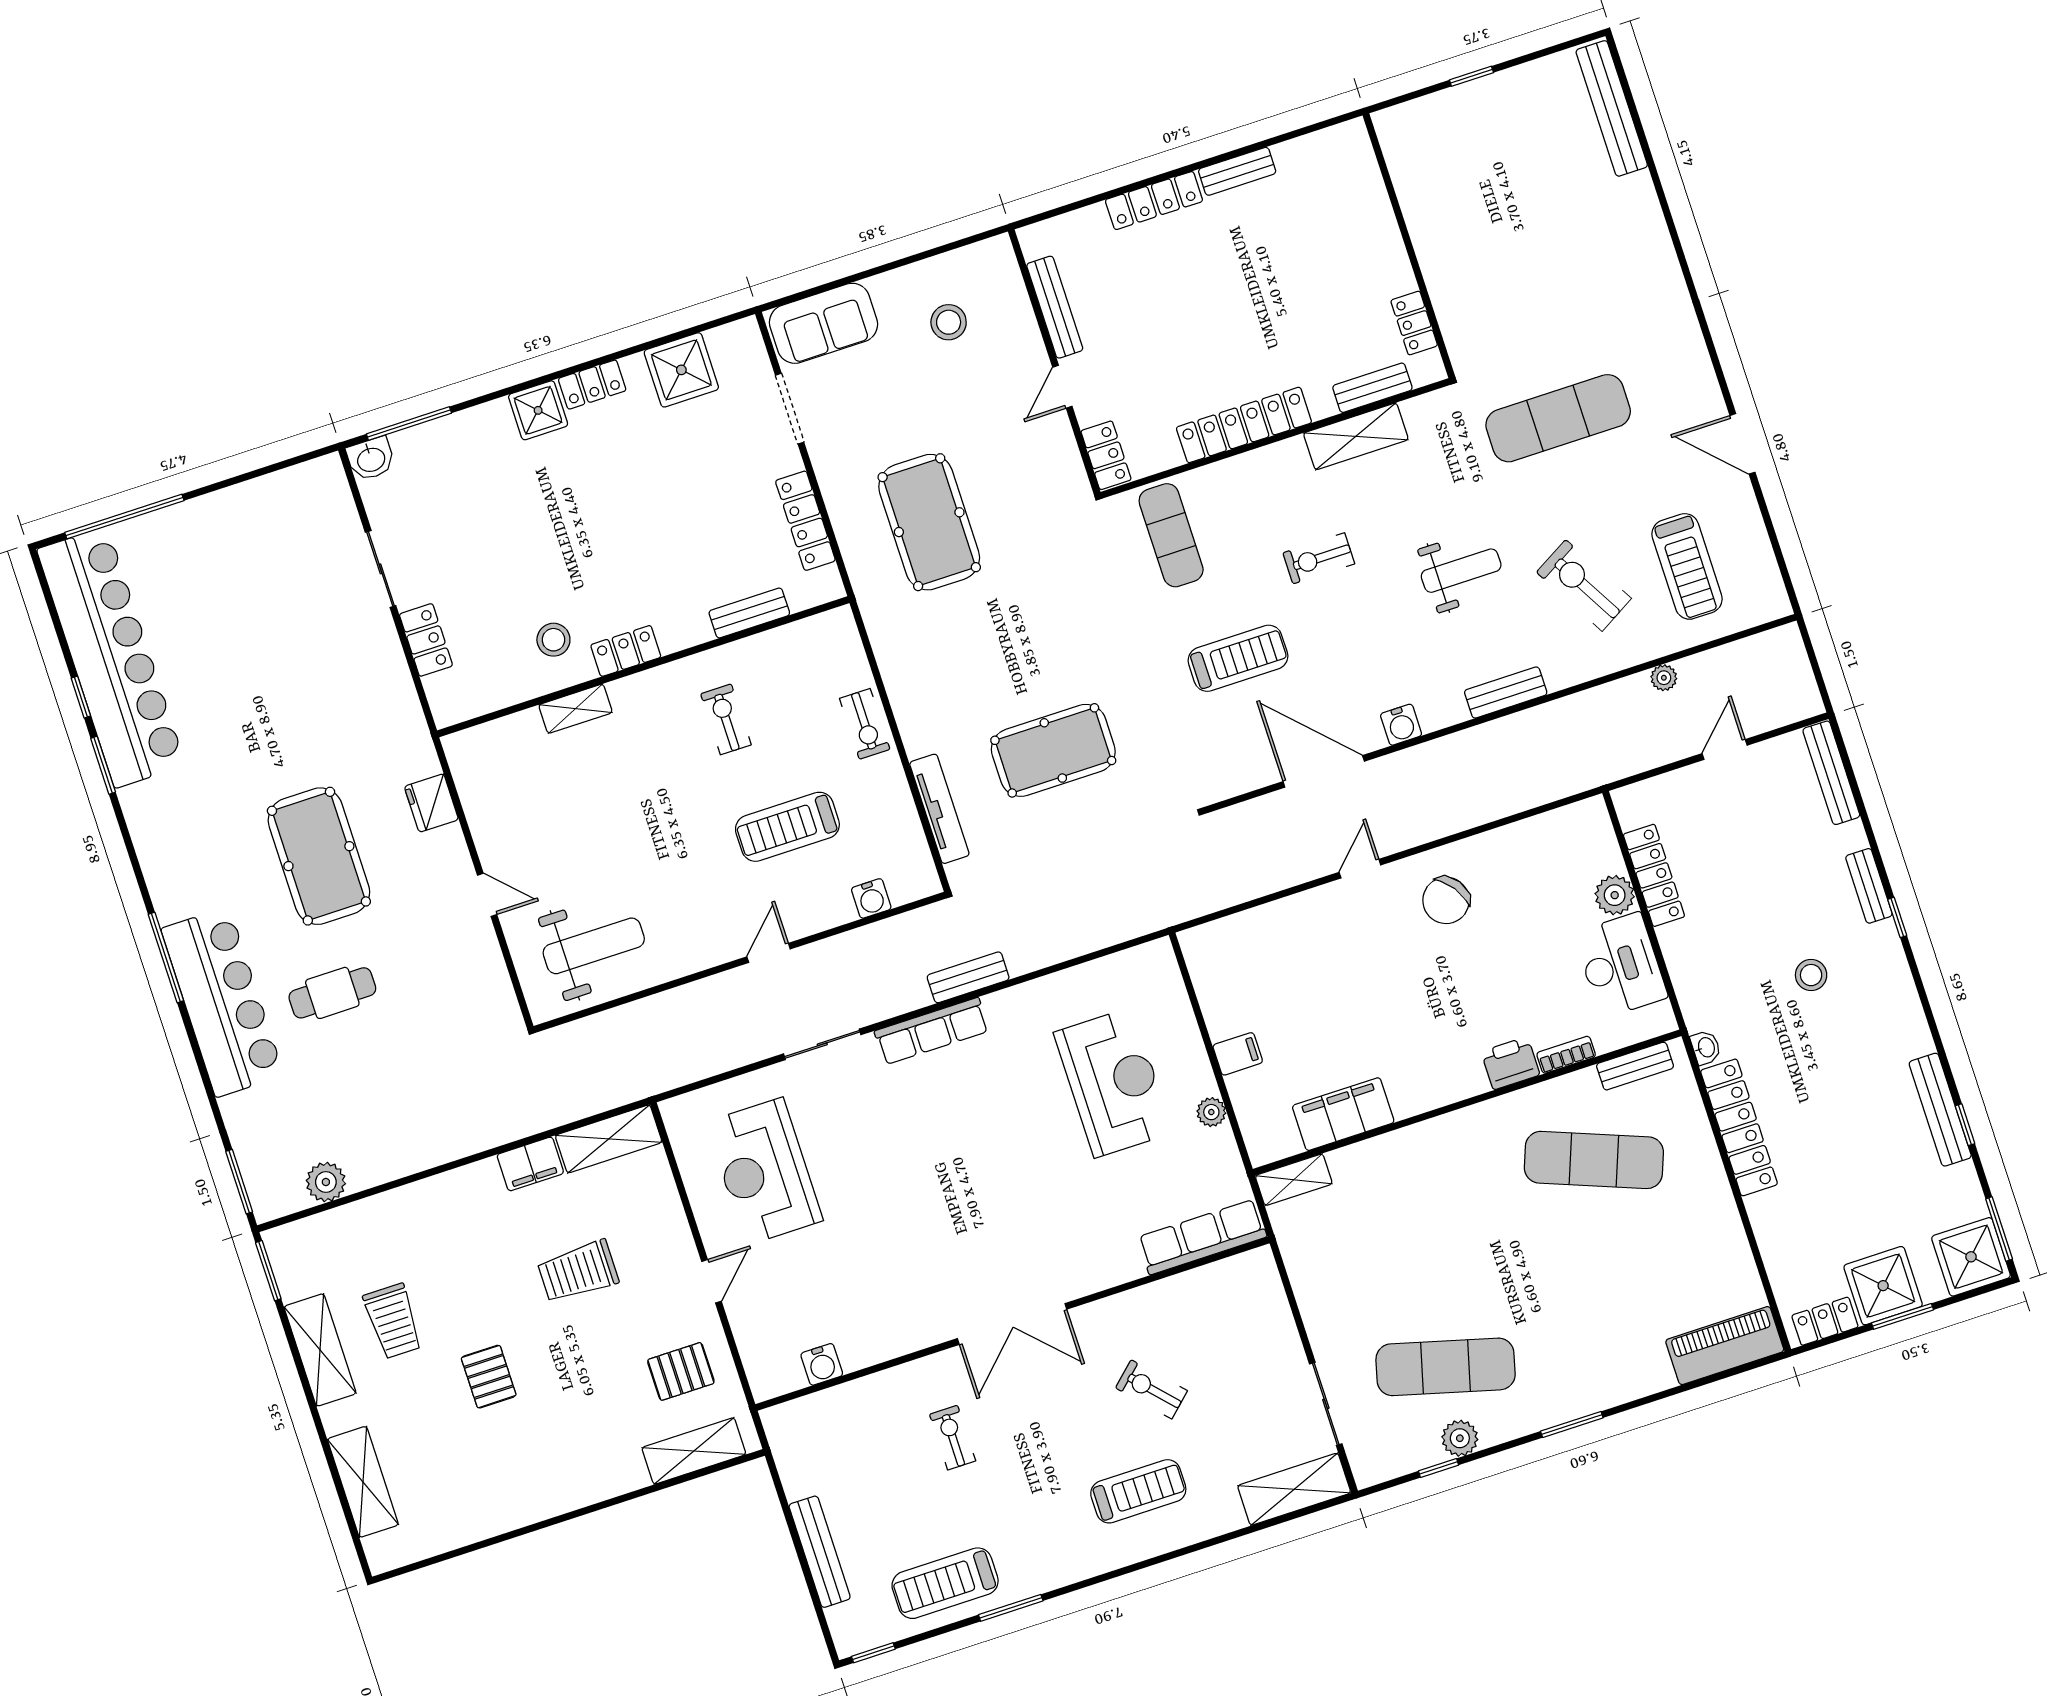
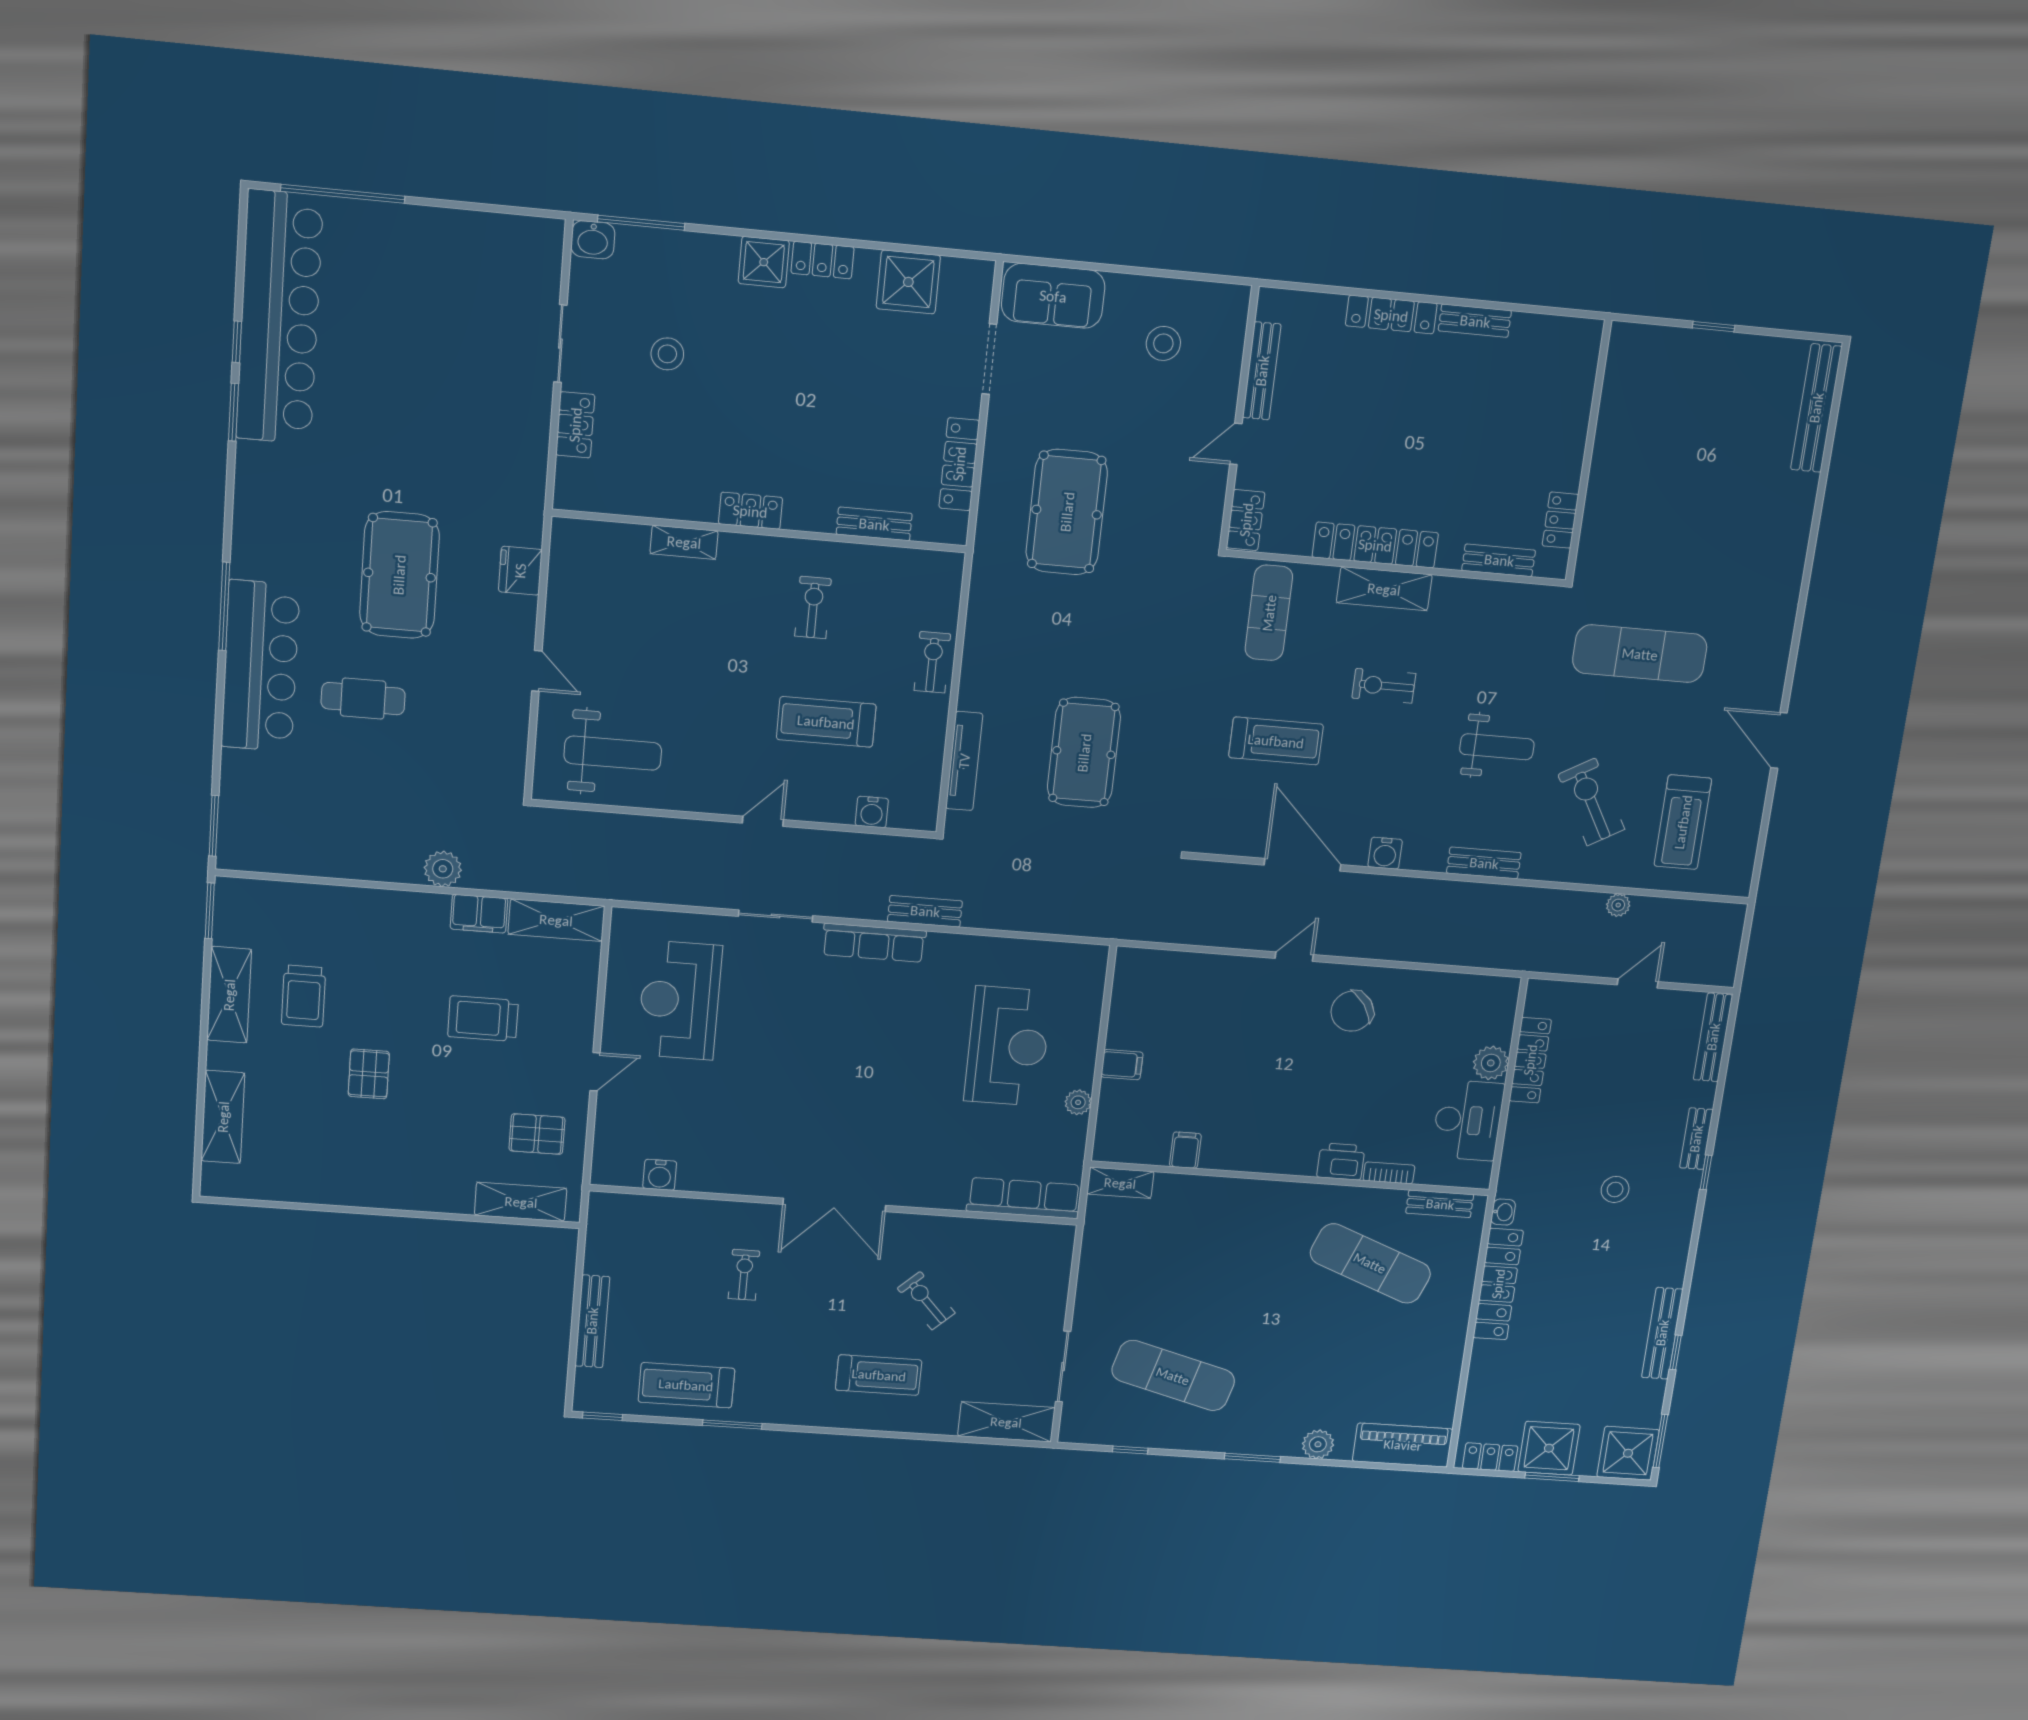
shelving: (1356, 436) -> (1384, 589), moved
stool: (553, 640) -> (667, 354), moved
exercise bike: (865, 724) -> (932, 662), turned 180
pool table: (1053, 750) -> (1084, 753), turned 90
filing cabinet: (1343, 1114) -> (1185, 1150), width x0.33, depth x0.86
plant: (326, 1182) -> (443, 869), moved
plant: (1460, 1438) -> (1318, 1444), moved

